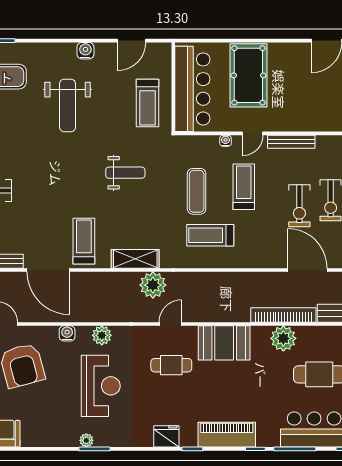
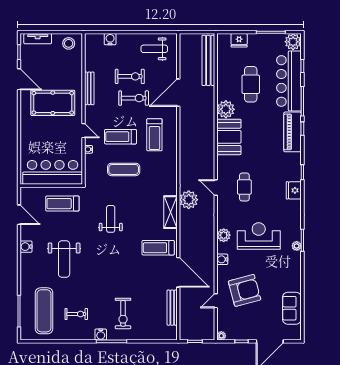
pool table: (248, 75) -> (53, 103), moved
treadmill: (148, 103) -> (62, 204), turned 180
weight bench: (68, 105) -> (64, 259), turned 90
bench: (291, 142) -> (89, 88), moved
treadmill: (210, 235) -> (154, 135), moved
door: (48, 270) -> (178, 272), hinge flipped
bookcase: (283, 315) -> (209, 109), removed
booth: (224, 343) -> (229, 137), moved
piano: (227, 435) -> (293, 132), moved

